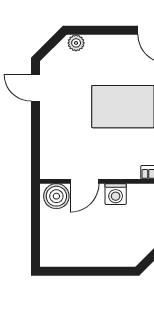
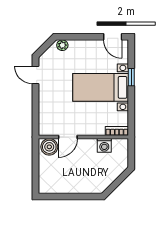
washing machine: (116, 194) -> (104, 145), moved

